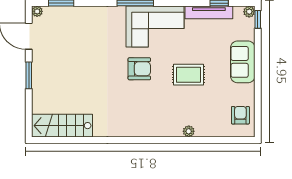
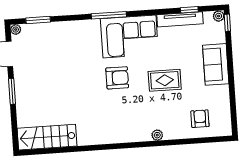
armchair: (240, 115) -> (200, 119), moved
plant: (189, 131) -> (157, 135), moved

